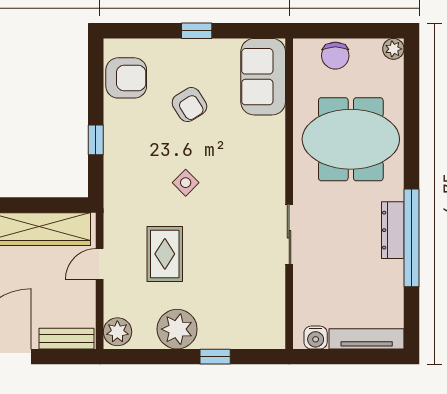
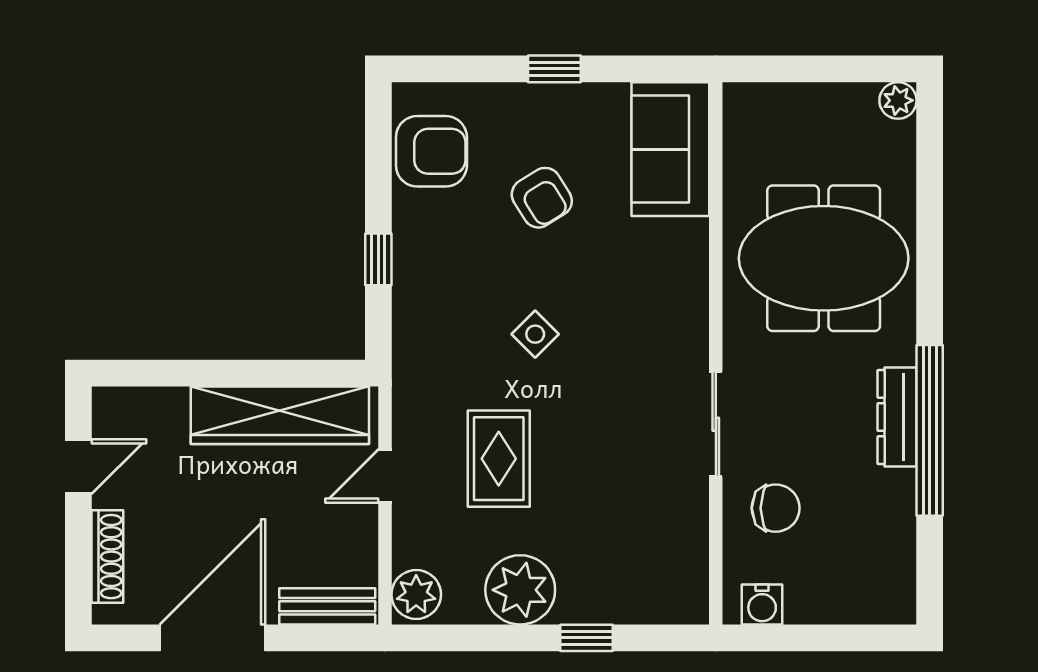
chair: (335, 56) -> (776, 508), moved, turned -90
tv unit: (367, 339) -> (851, 607), removed

